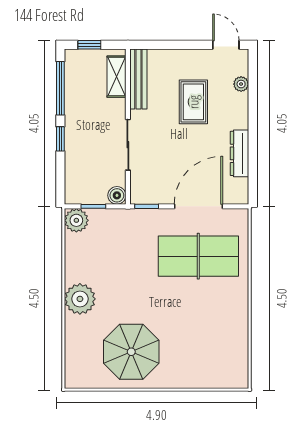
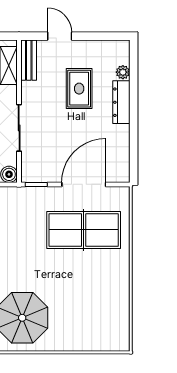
door: (226, 45) -> (60, 36), moved
bench: (138, 79) -> (29, 60), width x0.73
dresser: (239, 153) -> (121, 102), moved

